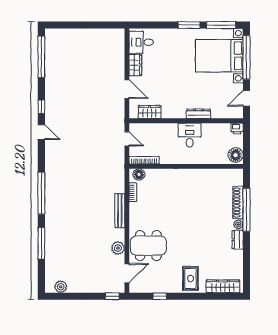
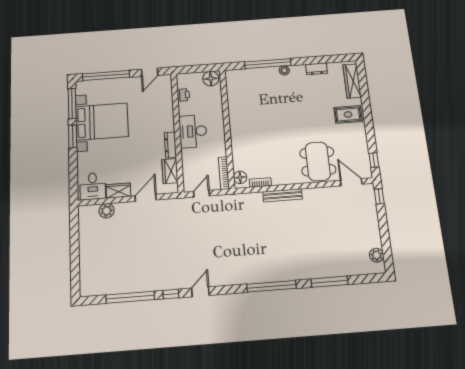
bed with nightstands: (219, 56) -> (102, 121), moved, turned -90
window: (41, 57) -> (130, 297), moved
door: (246, 98) -> (150, 72), hinge flipped
dresser: (199, 114) -> (170, 145), moved
printer: (237, 128) -> (183, 95), moved
desk: (190, 135) -> (193, 131), width x1.37
shoe rack: (238, 203) -> (261, 72), removed
dresser: (238, 240) -> (316, 69), moved
plant: (118, 248) -> (107, 211), moved
window: (160, 296) -> (374, 160), moved

